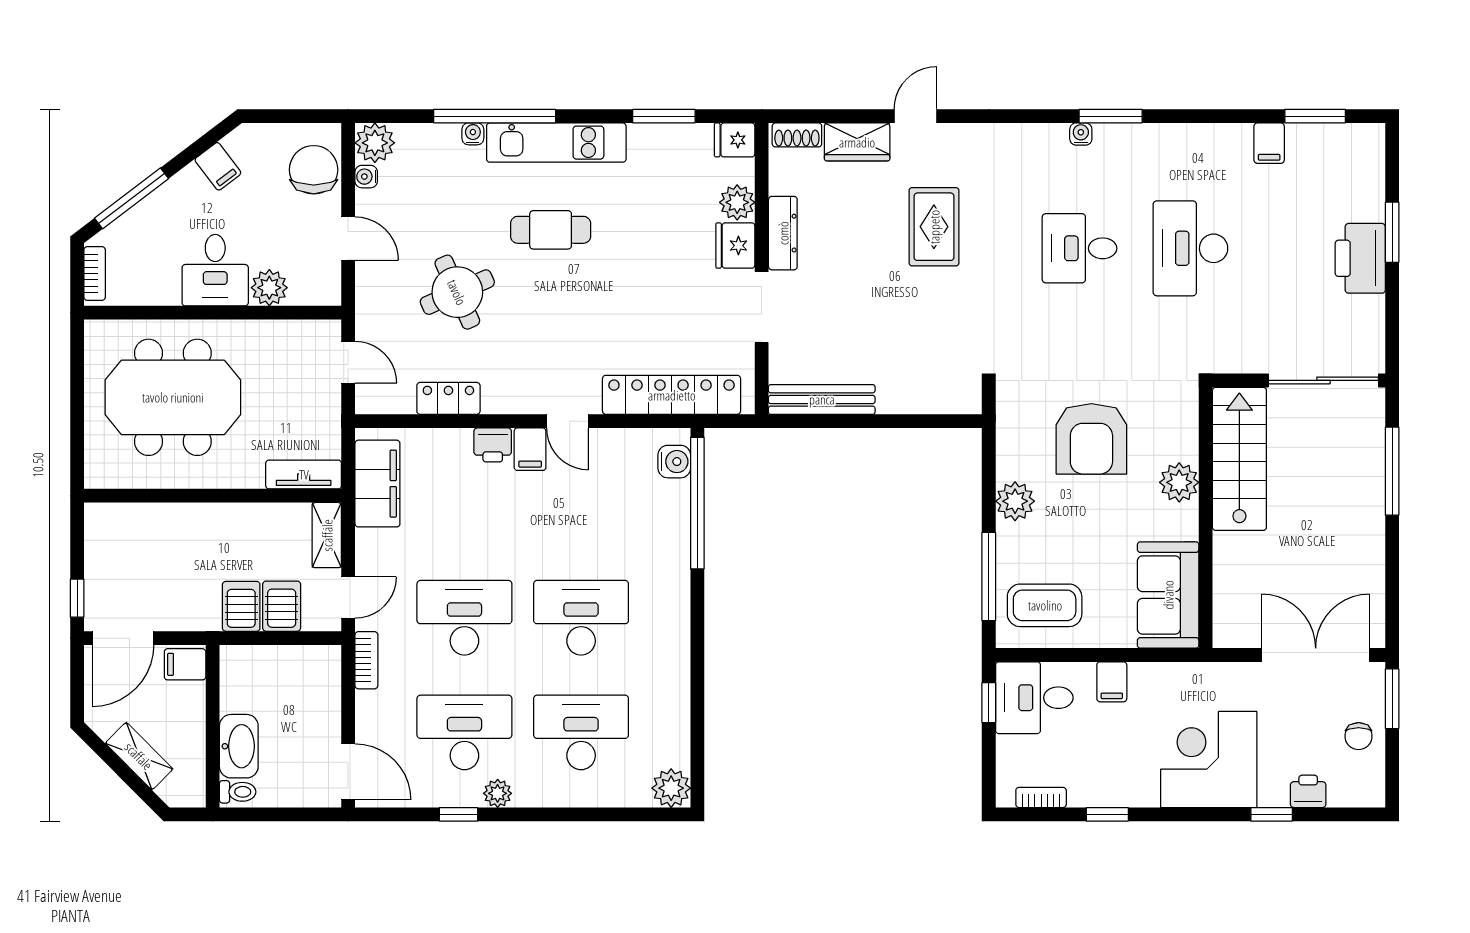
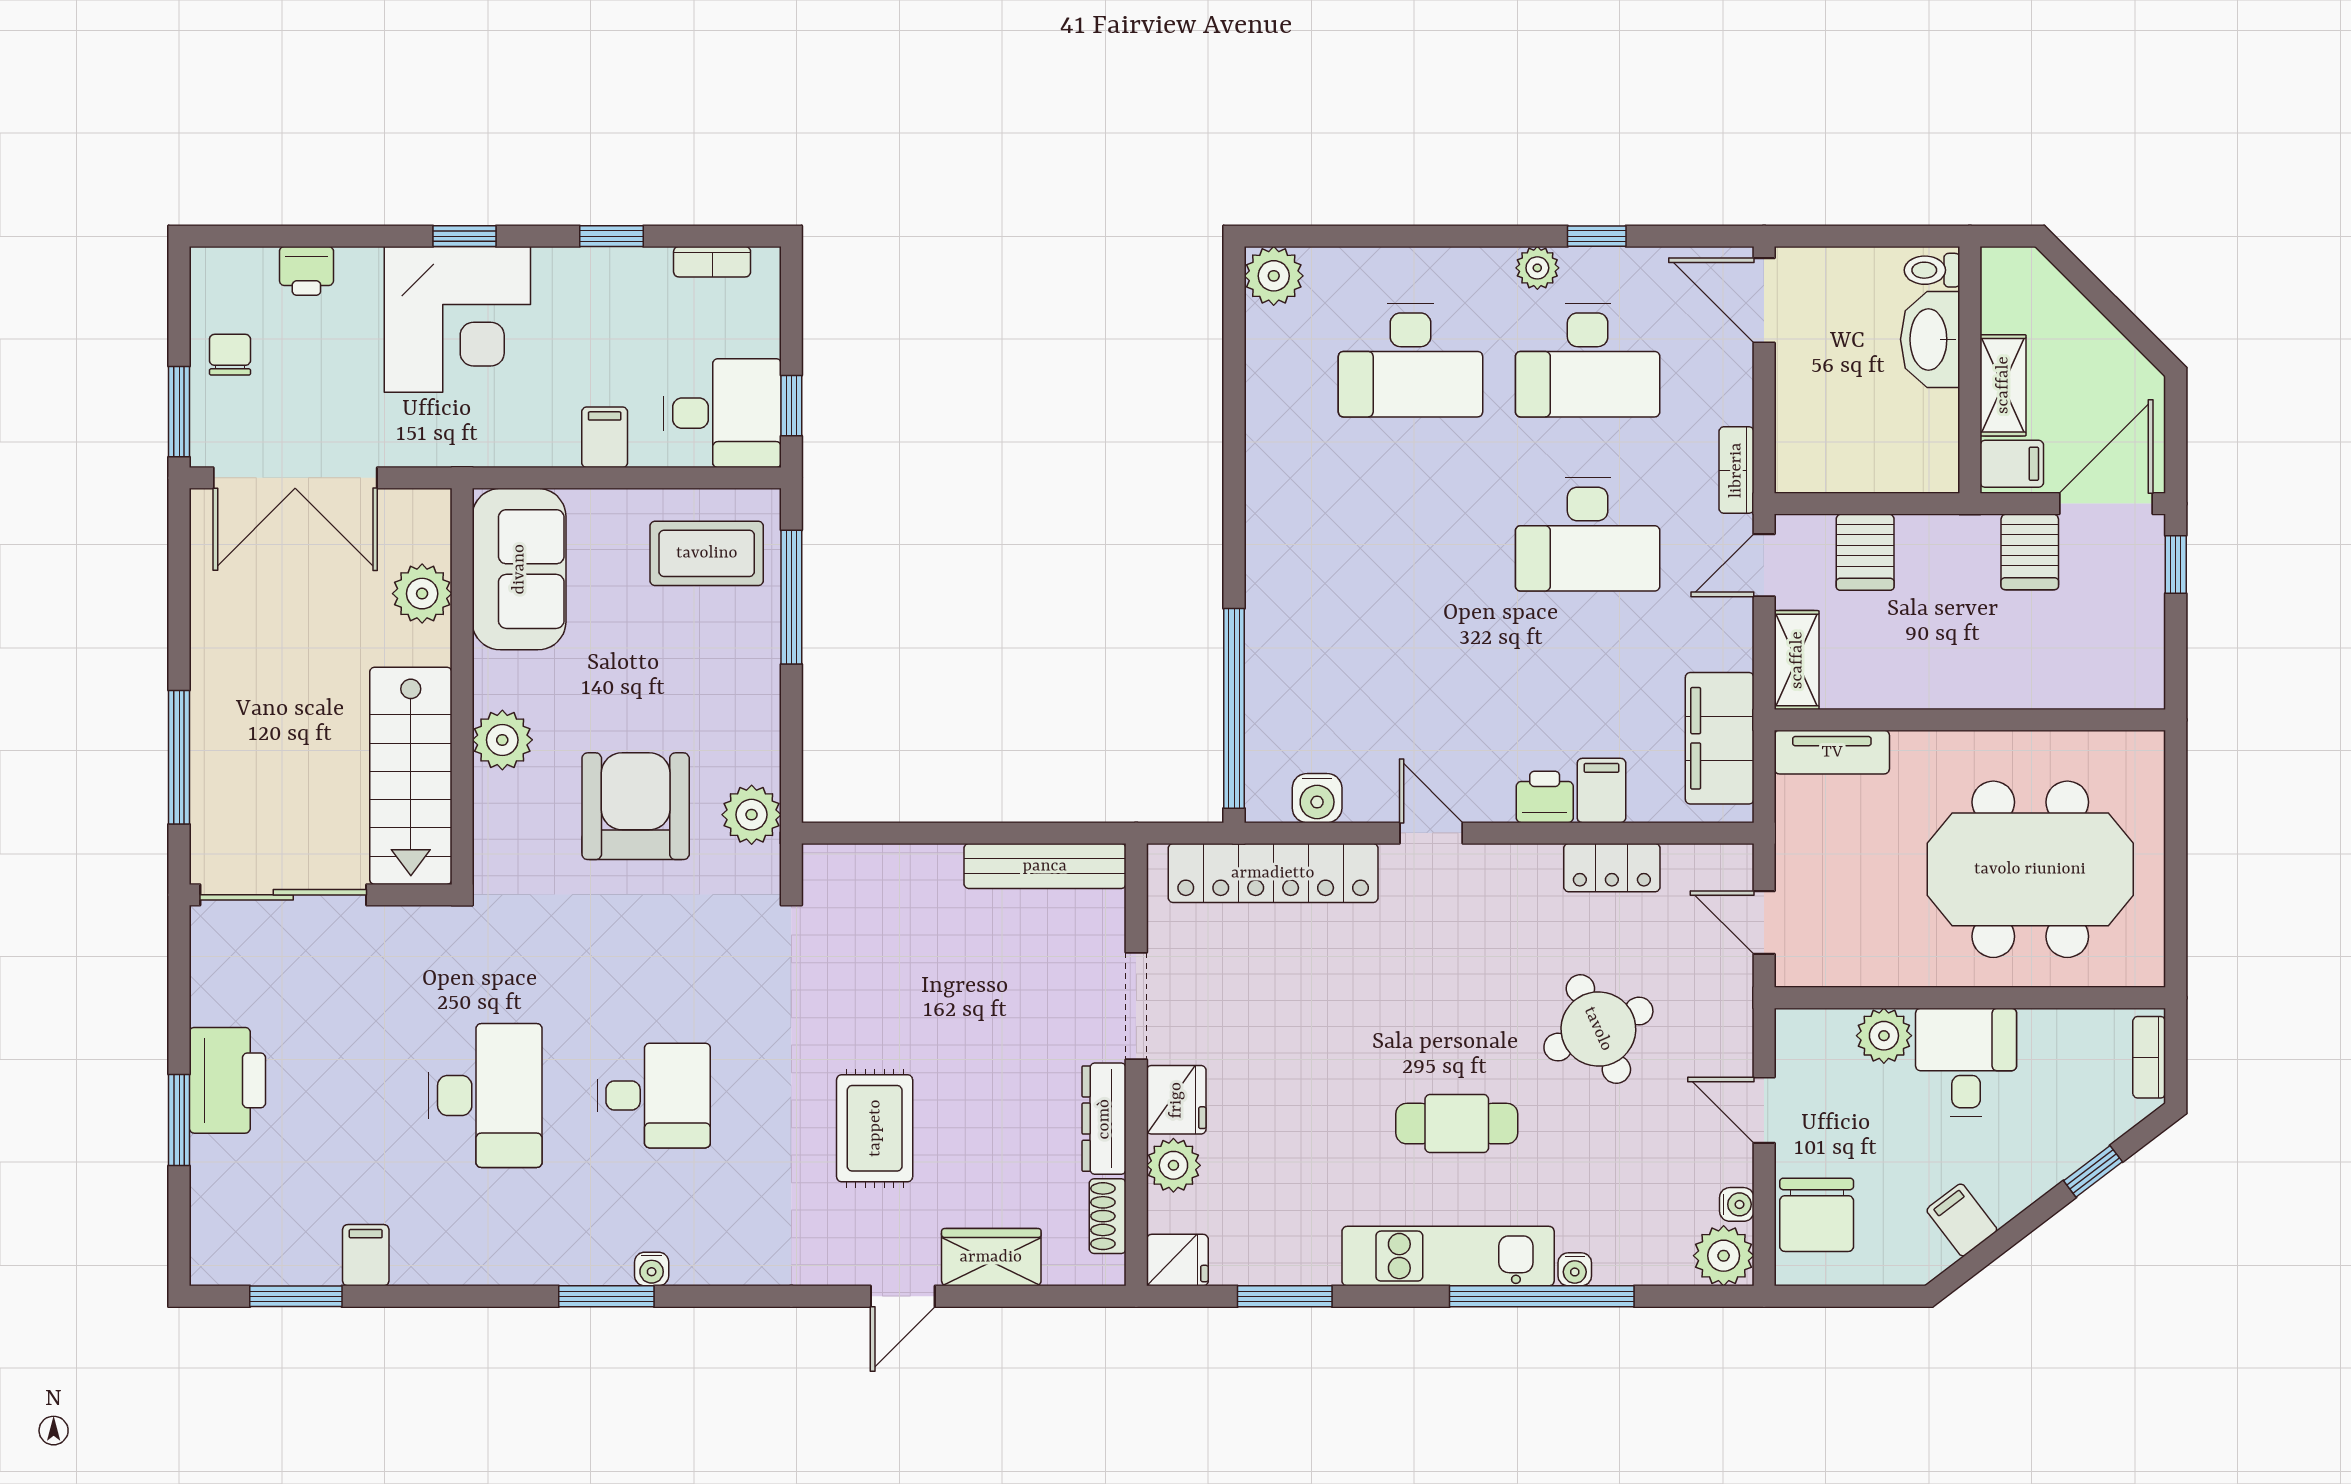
shoe rack: (797, 135) -> (1108, 1216), moved, turned -90
window: (132, 198) -> (2093, 1171), width x0.46
filing cabinet: (530, 449) -> (1601, 790), moved
water cooler: (674, 462) -> (1317, 798), moved, turned -90
plant: (1015, 501) -> (752, 815), moved
plant: (1232, 579) -> (422, 594), added
server rack: (241, 606) -> (2030, 552), moved
desk: (581, 618) -> (1411, 535), removed
shelving: (139, 756) -> (2003, 385), moved, turned 45
window: (1272, 814) -> (464, 236), moved

